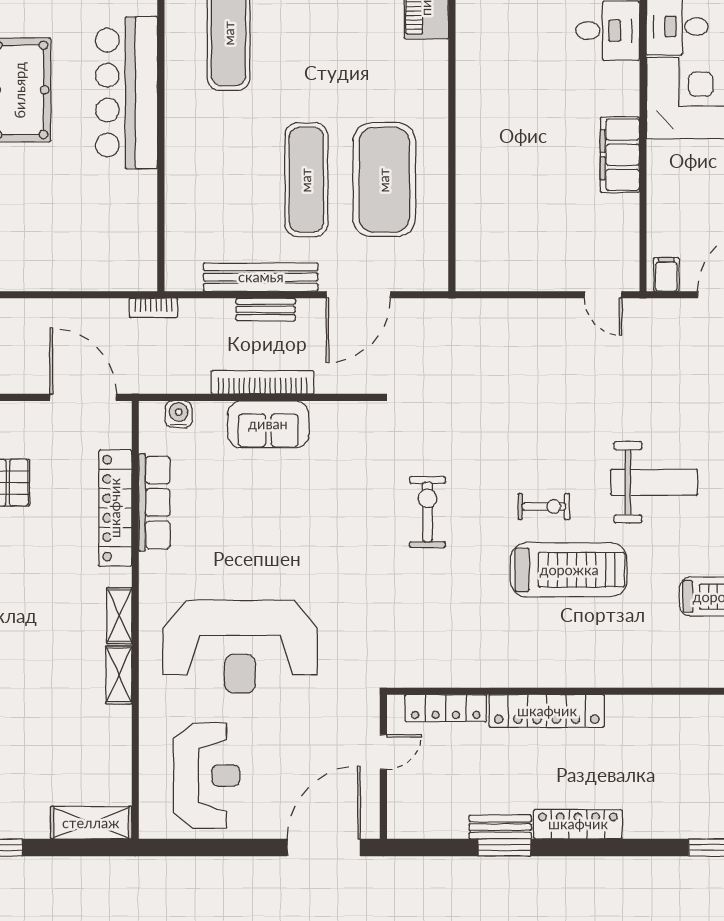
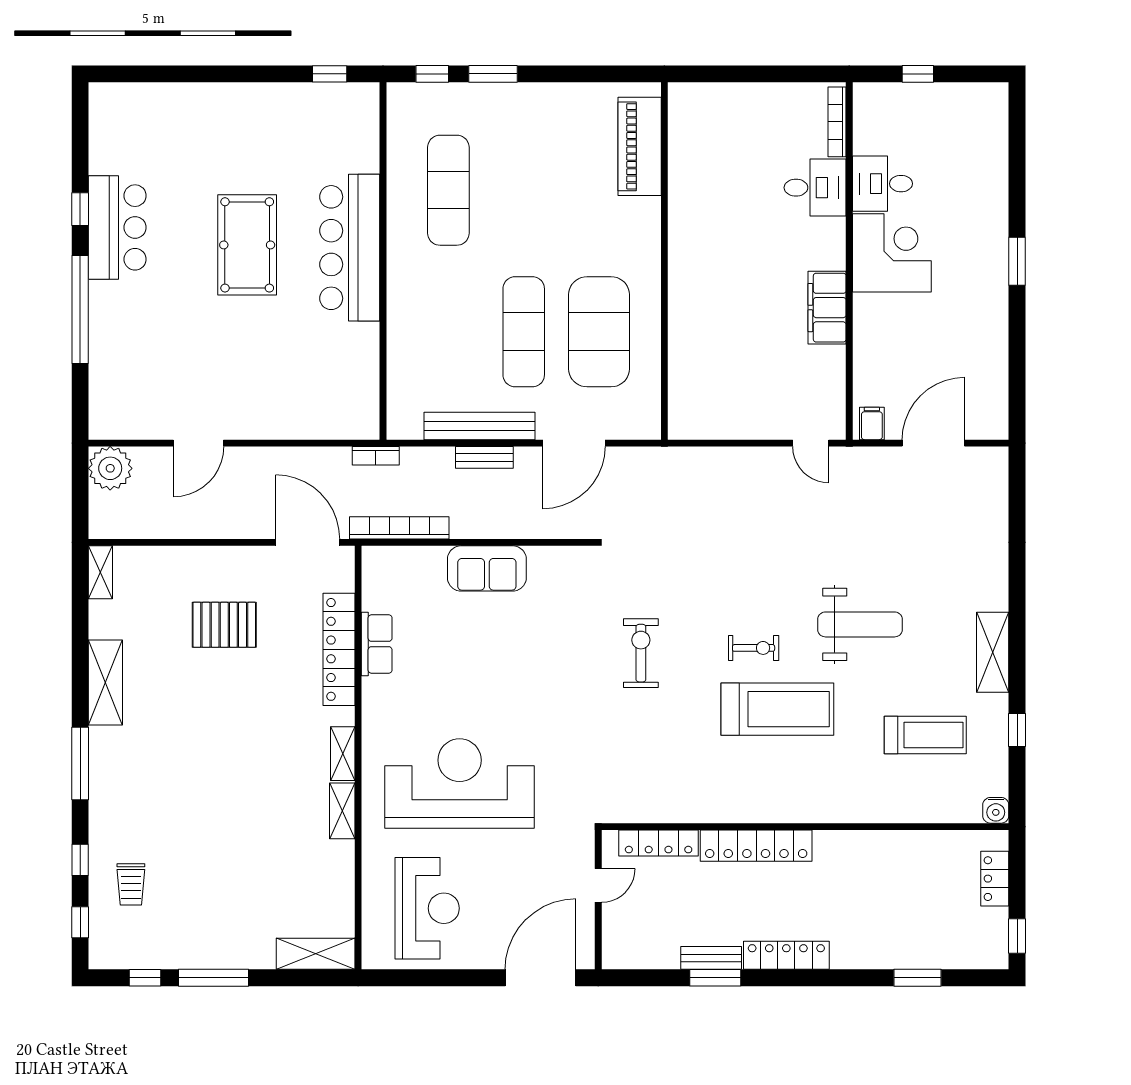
bookcase: (262, 382) -> (399, 528), moved
water cooler: (179, 414) -> (400, 559), removed
row of seats: (154, 502) -> (377, 644), width x0.68
reception desk: (240, 647) -> (460, 783), turned 180

